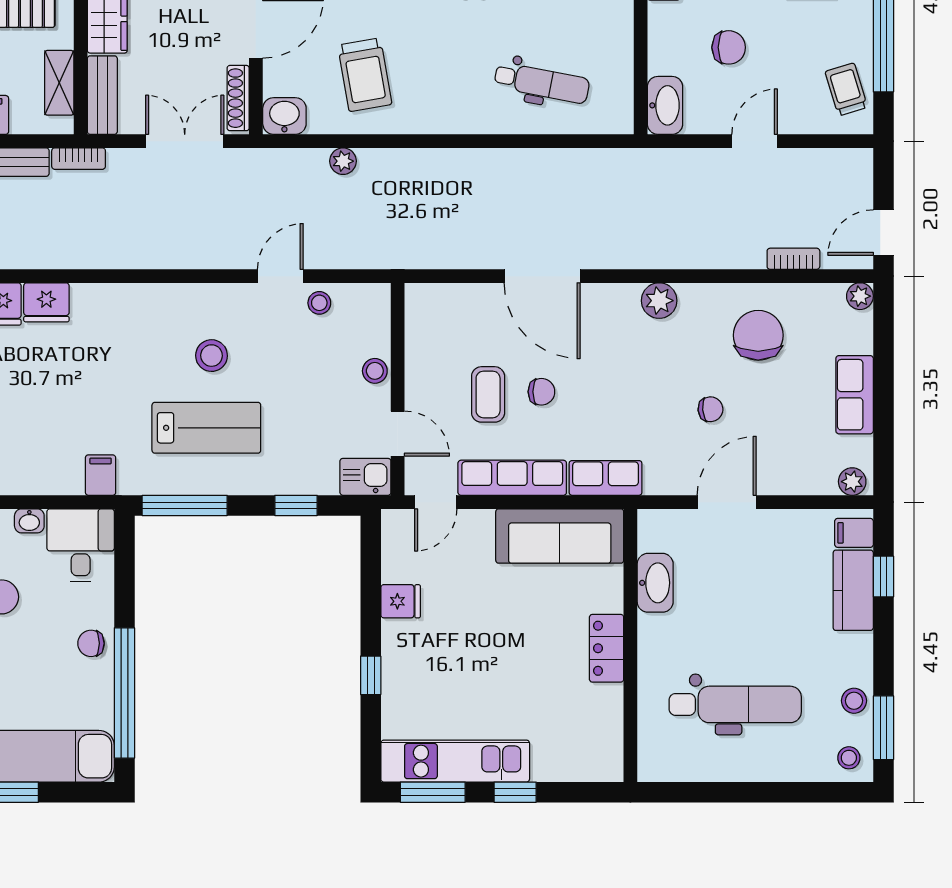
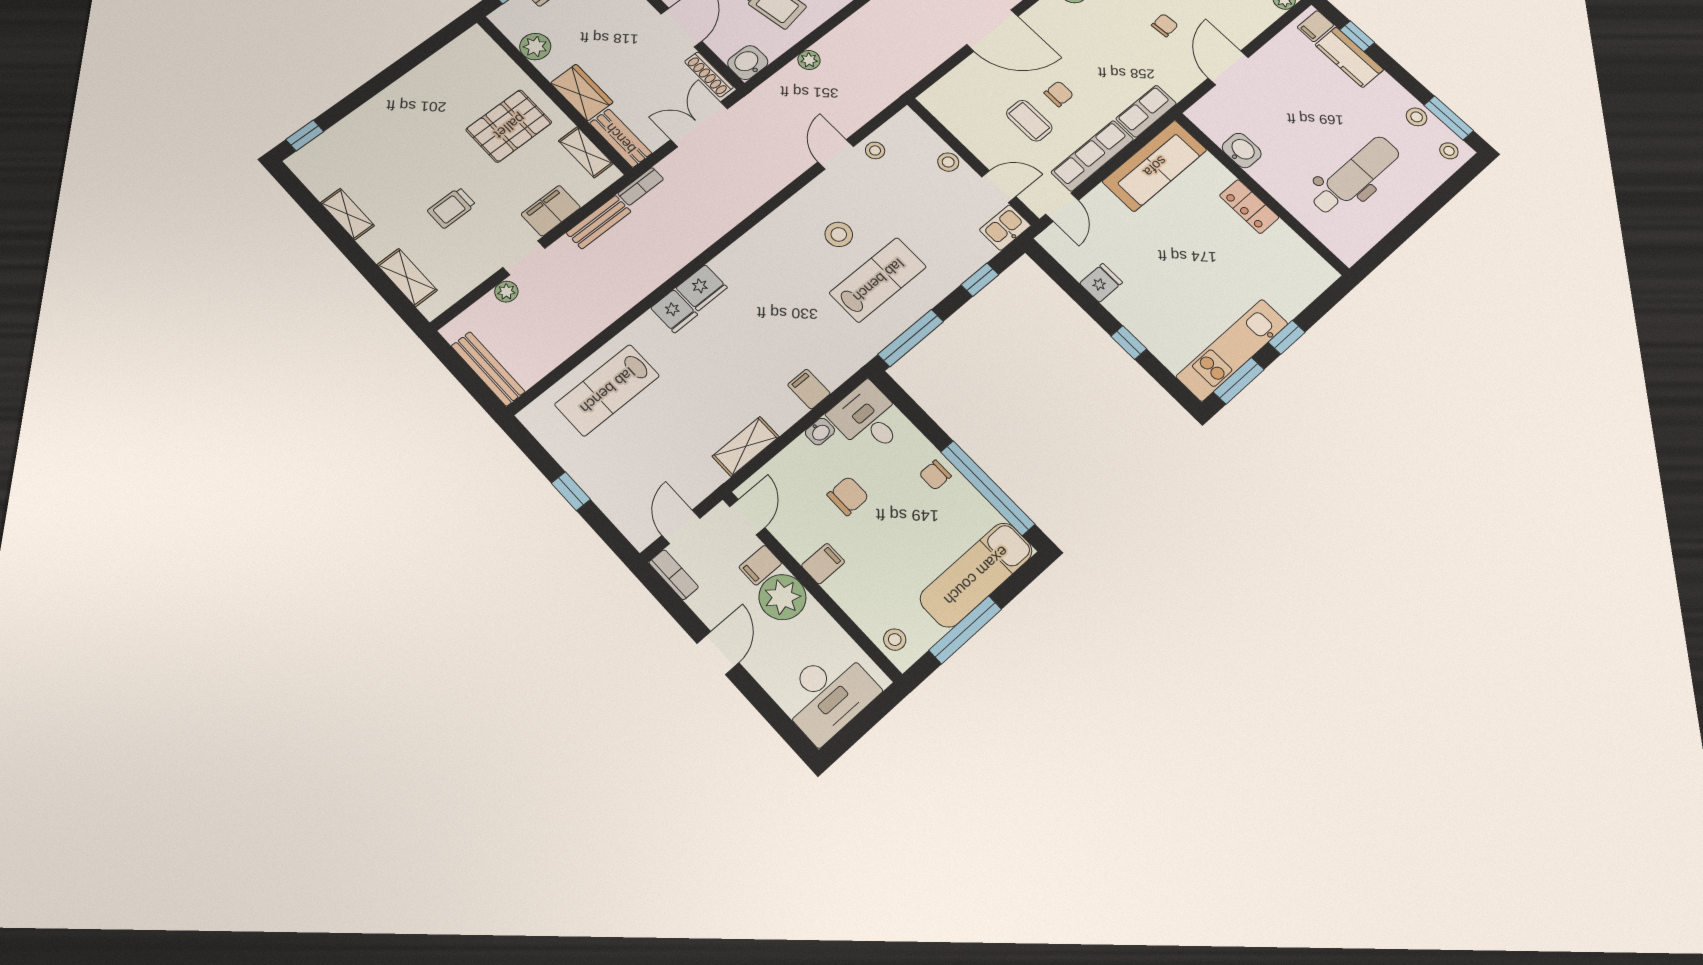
filing cabinet: (101, 475) -> (809, 389), moved
washbasin: (655, 583) -> (1242, 150), width x0.72

